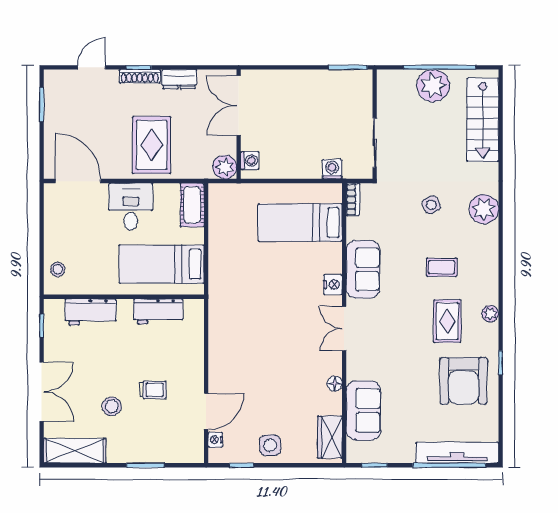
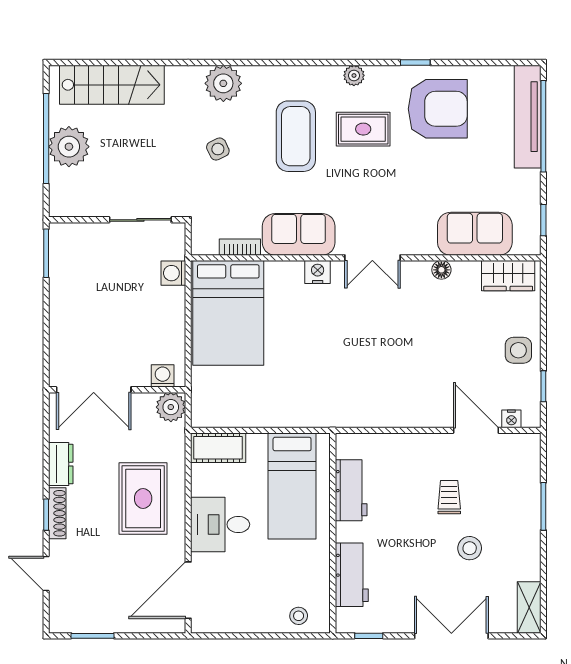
rug: (152, 145) -> (143, 499), turned 90
bookcase: (353, 199) -> (240, 247), moved
bed: (300, 223) -> (228, 313), width x1.50
coffee table: (442, 267) -> (296, 136), width x1.86, depth x1.72
shelving: (75, 451) -> (529, 607), width x0.67, depth x0.75

